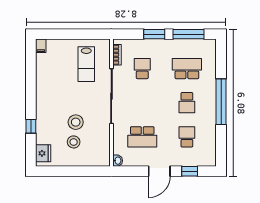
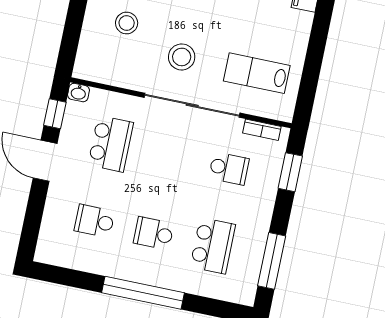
window: (154, 34) -> (290, 172), moved
stool: (76, 122) -> (182, 57), moved
school desk: (142, 137) -> (111, 144), turned 180
school desk: (187, 137) -> (95, 221), turned 180
window: (190, 171) -> (55, 114), moved

